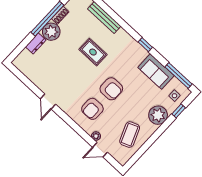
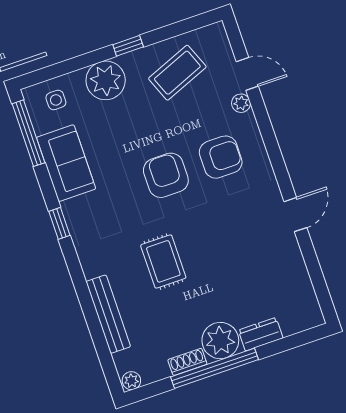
window: (179, 111) -> (128, 46), moved

